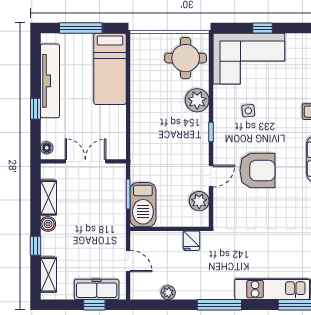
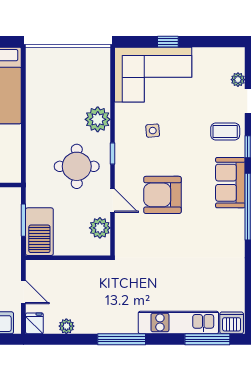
round table: (186, 58) -> (77, 166), moved
armchair: (257, 171) -> (163, 195), turned 180
door: (211, 176) -> (113, 201), hinge flipped
fridge: (192, 241) -> (34, 323), moved, turned 180

